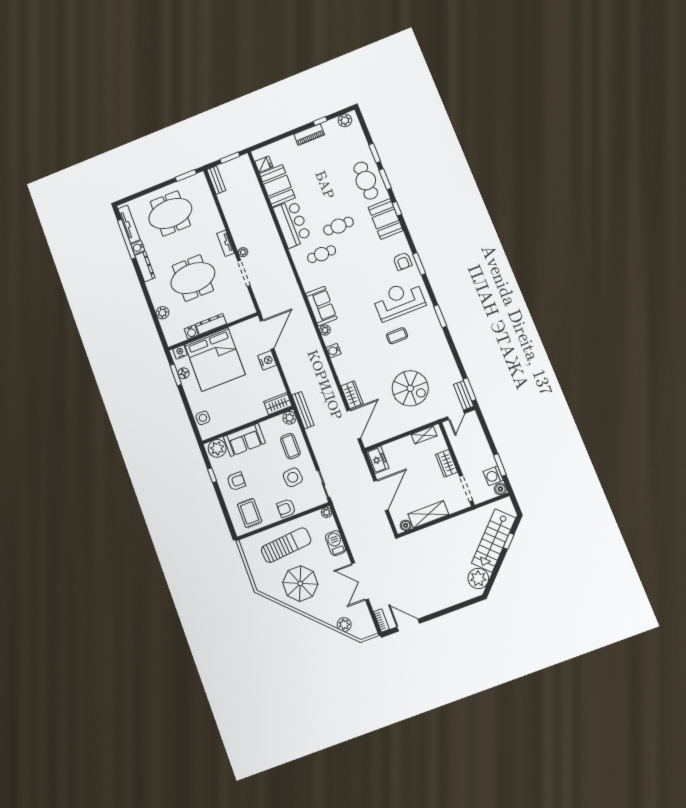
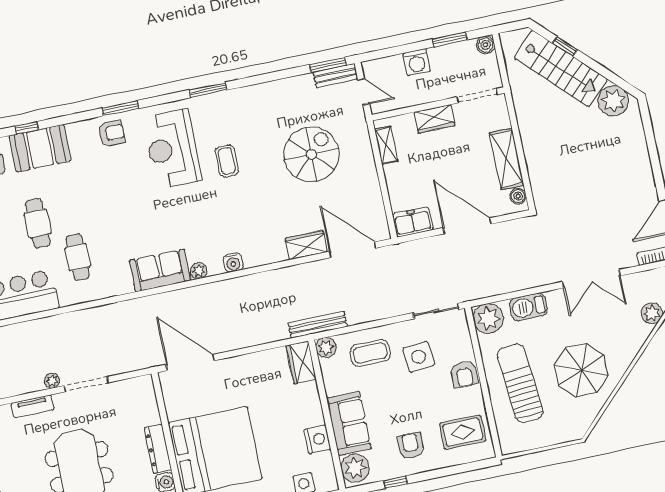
nightstand: (267, 360) -> (317, 439), moved, turned 90
washing machine: (493, 476) -> (417, 62), moved
plant: (327, 512) -> (488, 318), width x1.88, depth x1.88

